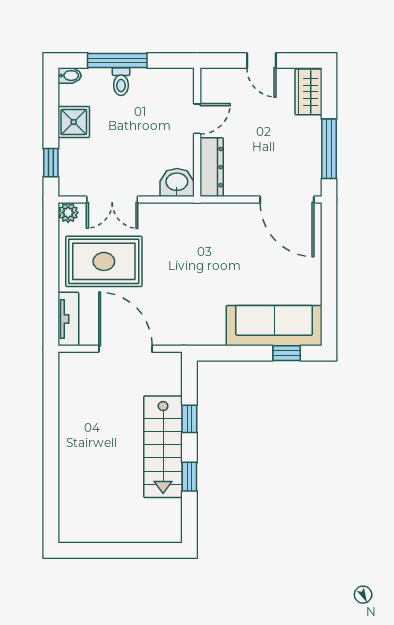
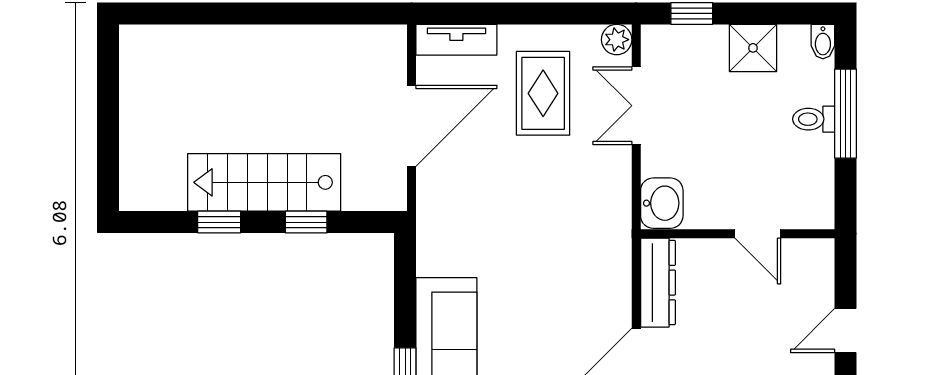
dresser: (212, 167) -> (658, 283), moved, turned -90
rug: (104, 261) -> (543, 93), width x0.73, depth x0.70

